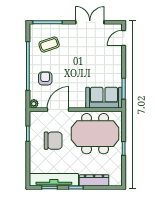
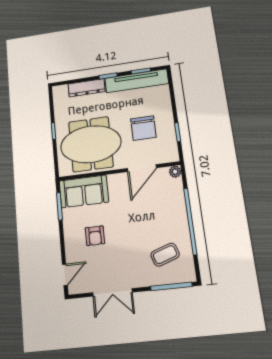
armchair: (45, 78) -> (95, 236), moved
chair: (53, 141) -> (143, 128), turned -90

